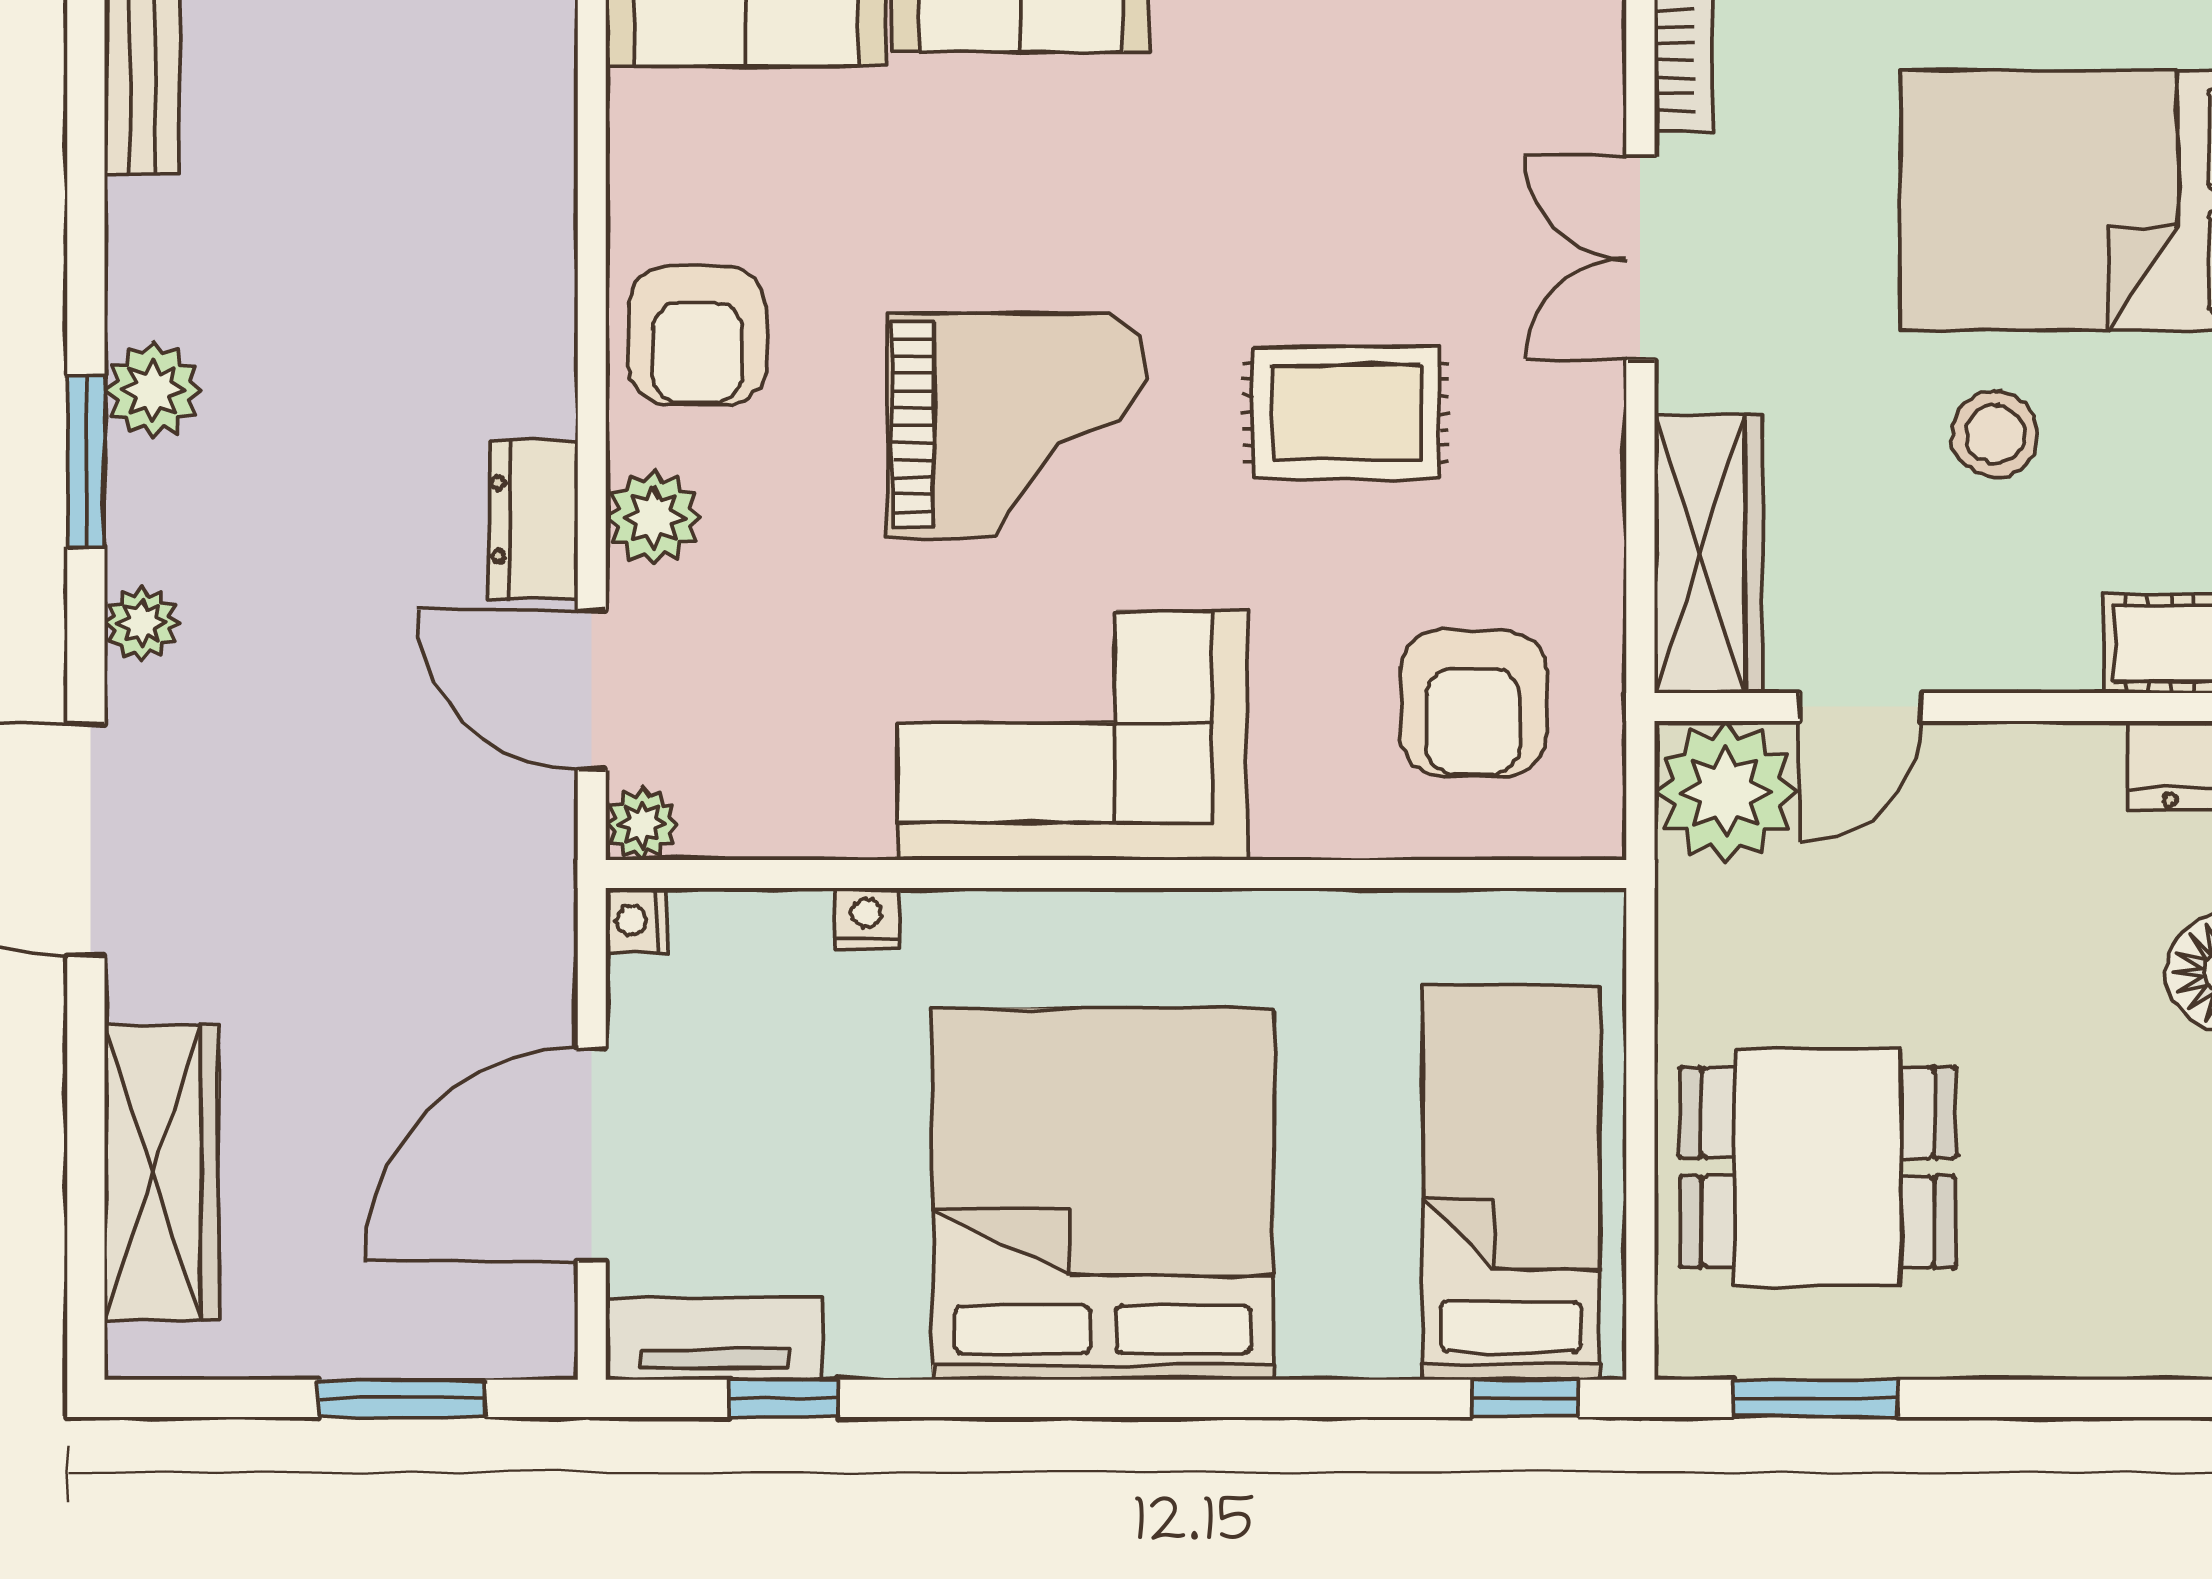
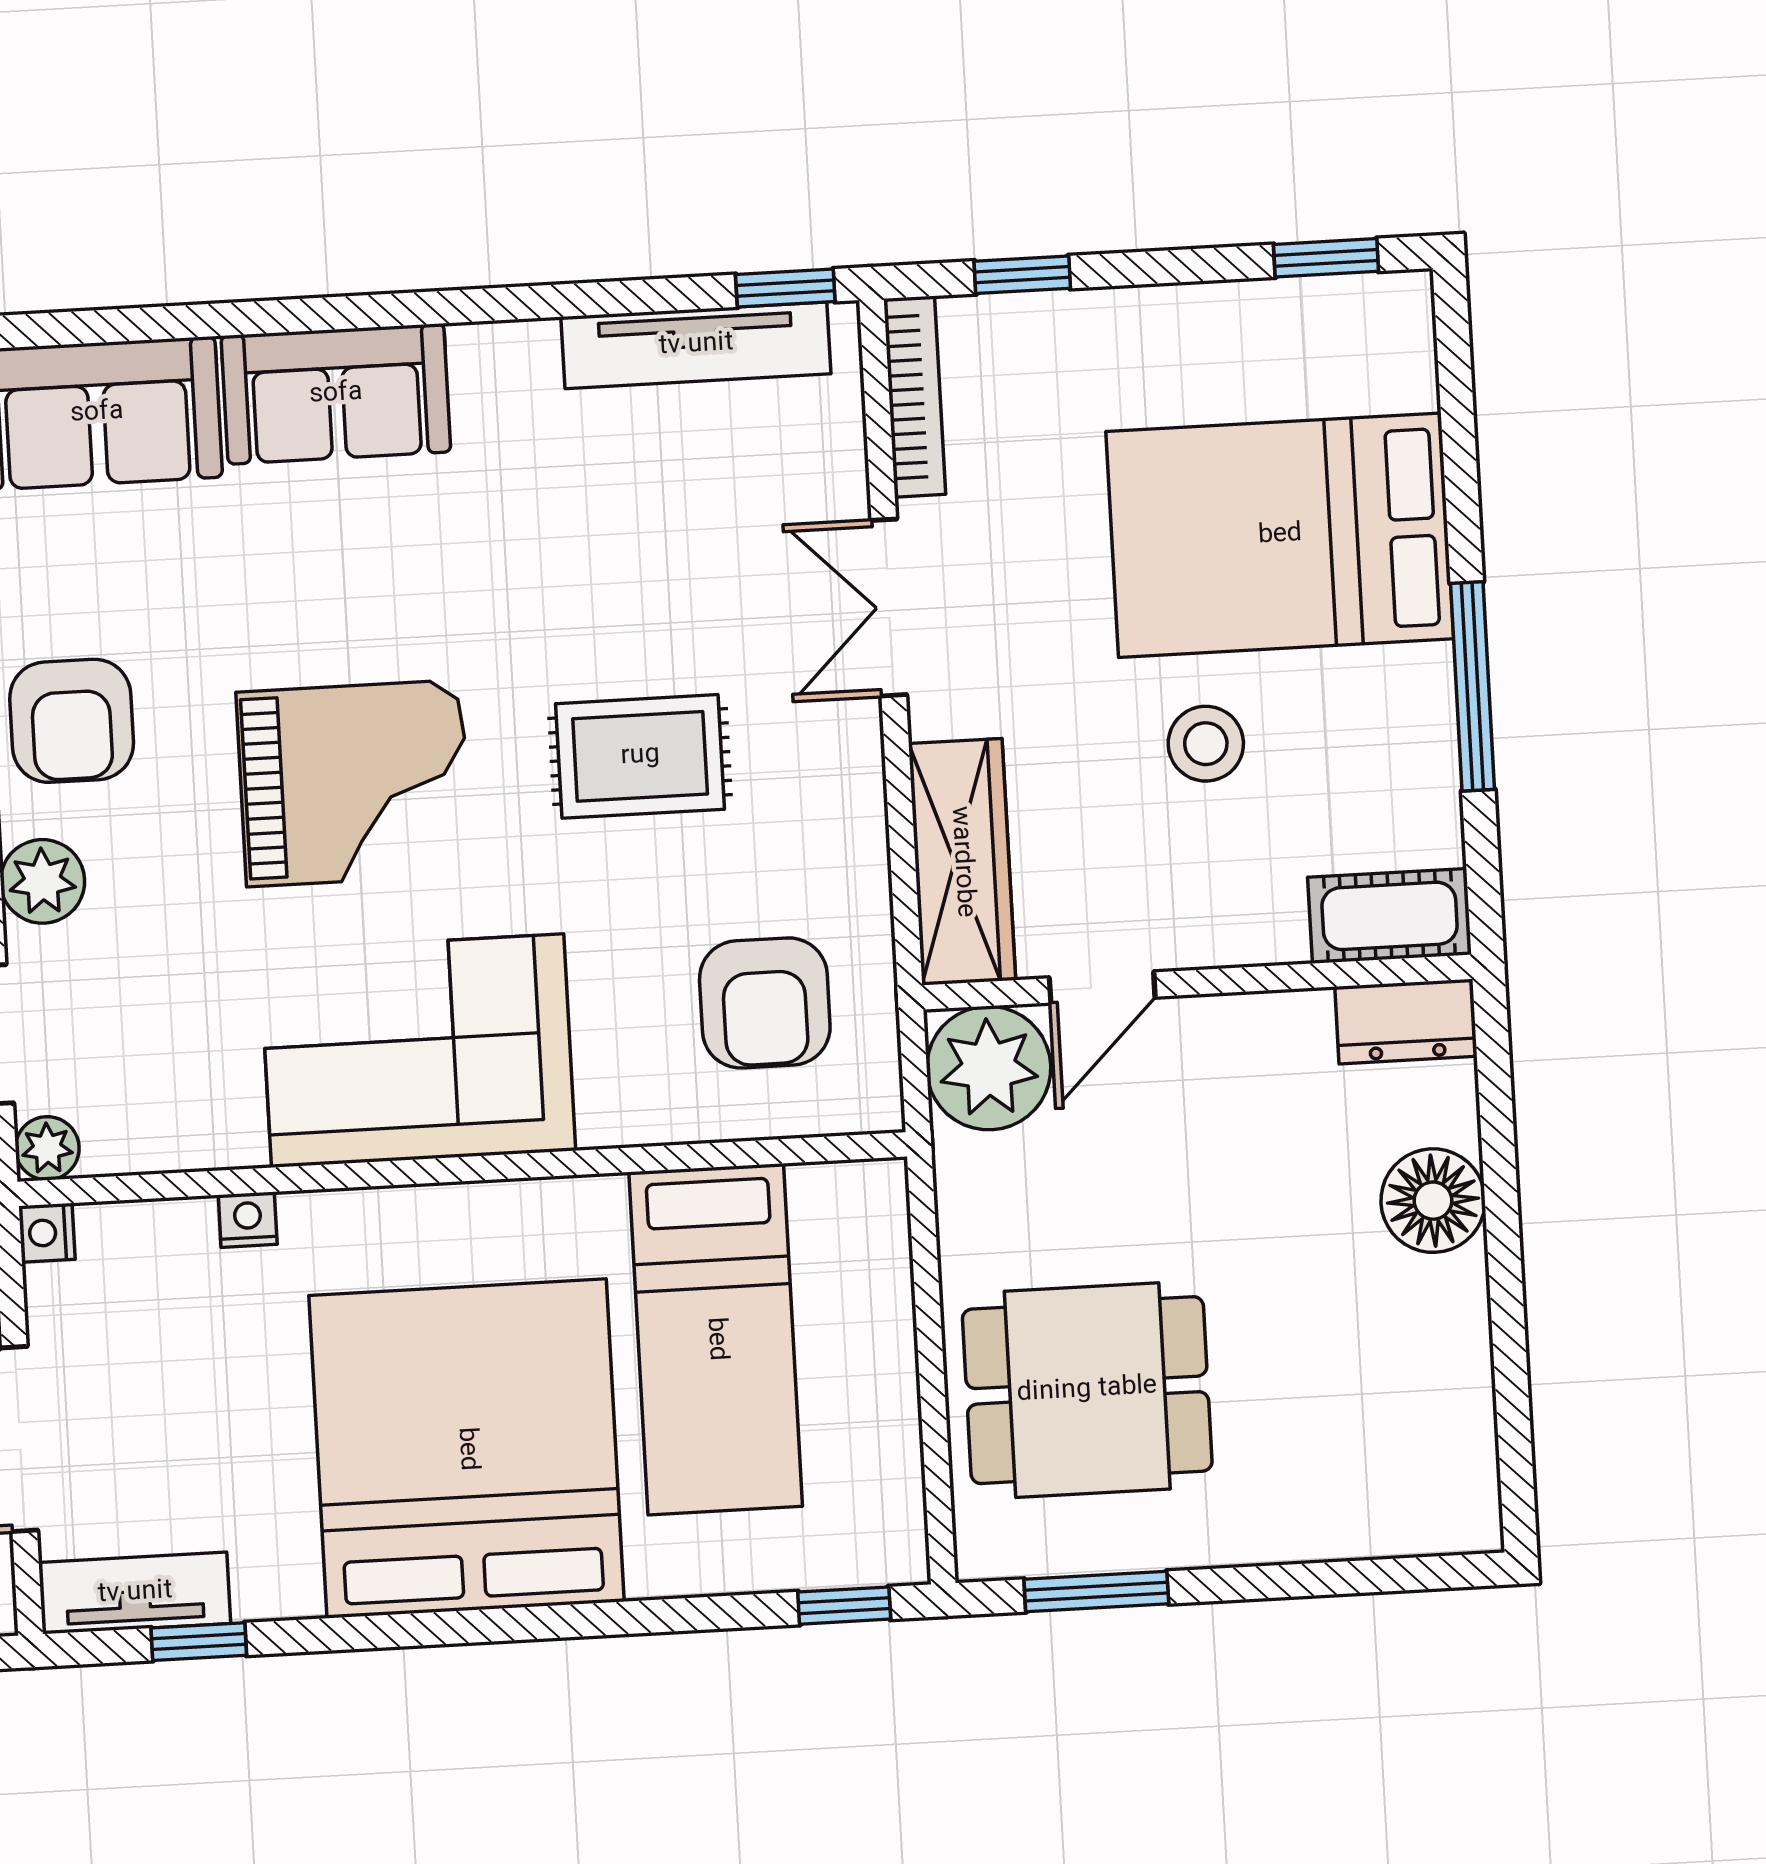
bed: (1511, 1183) -> (716, 1339), moved, turned 180

